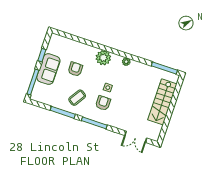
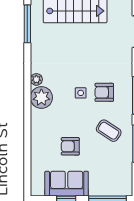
plant: (103, 58) -> (41, 97), moved
sofa: (48, 69) -> (67, 184), moved

